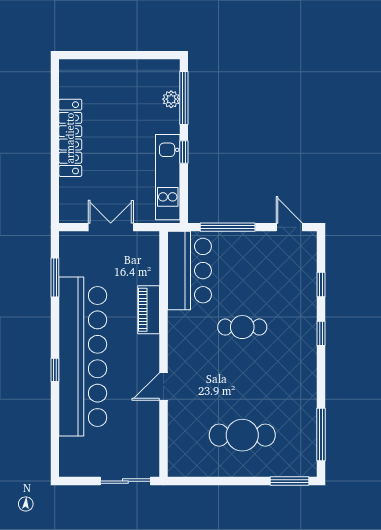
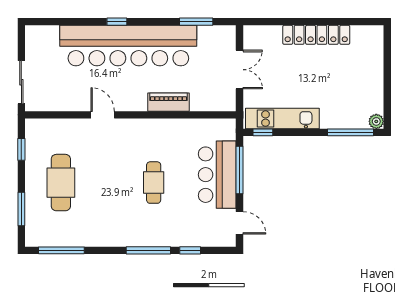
plant: (171, 99) -> (376, 121), moved
window: (184, 152) -> (263, 132), moved
door: (289, 227) -> (240, 223), hinge flipped
bar counter: (189, 271) -> (217, 175), moved, turned 90
window: (321, 333) -> (148, 250), width x2.17
window: (204, 481) -> (21, 149), added
window: (290, 481) -> (21, 209), moved

